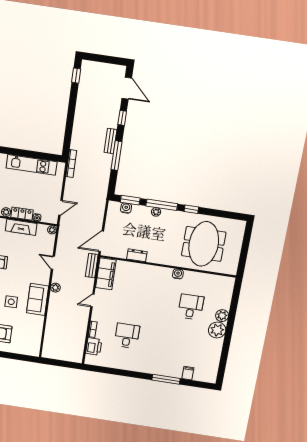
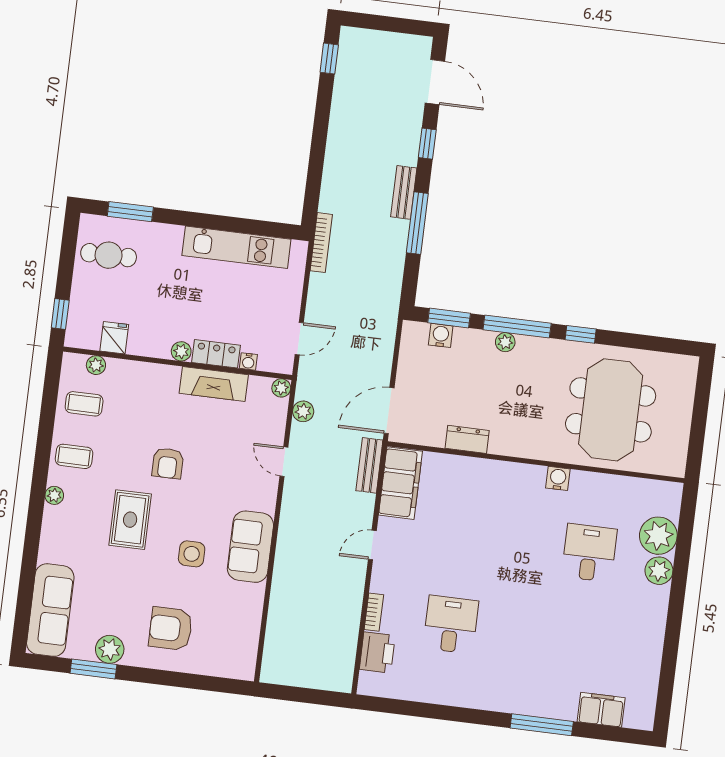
plant: (55, 288) -> (303, 411), moved
plant: (217, 330) -> (658, 536), moved
filing cabinet: (188, 373) -> (601, 710), width x2.00

